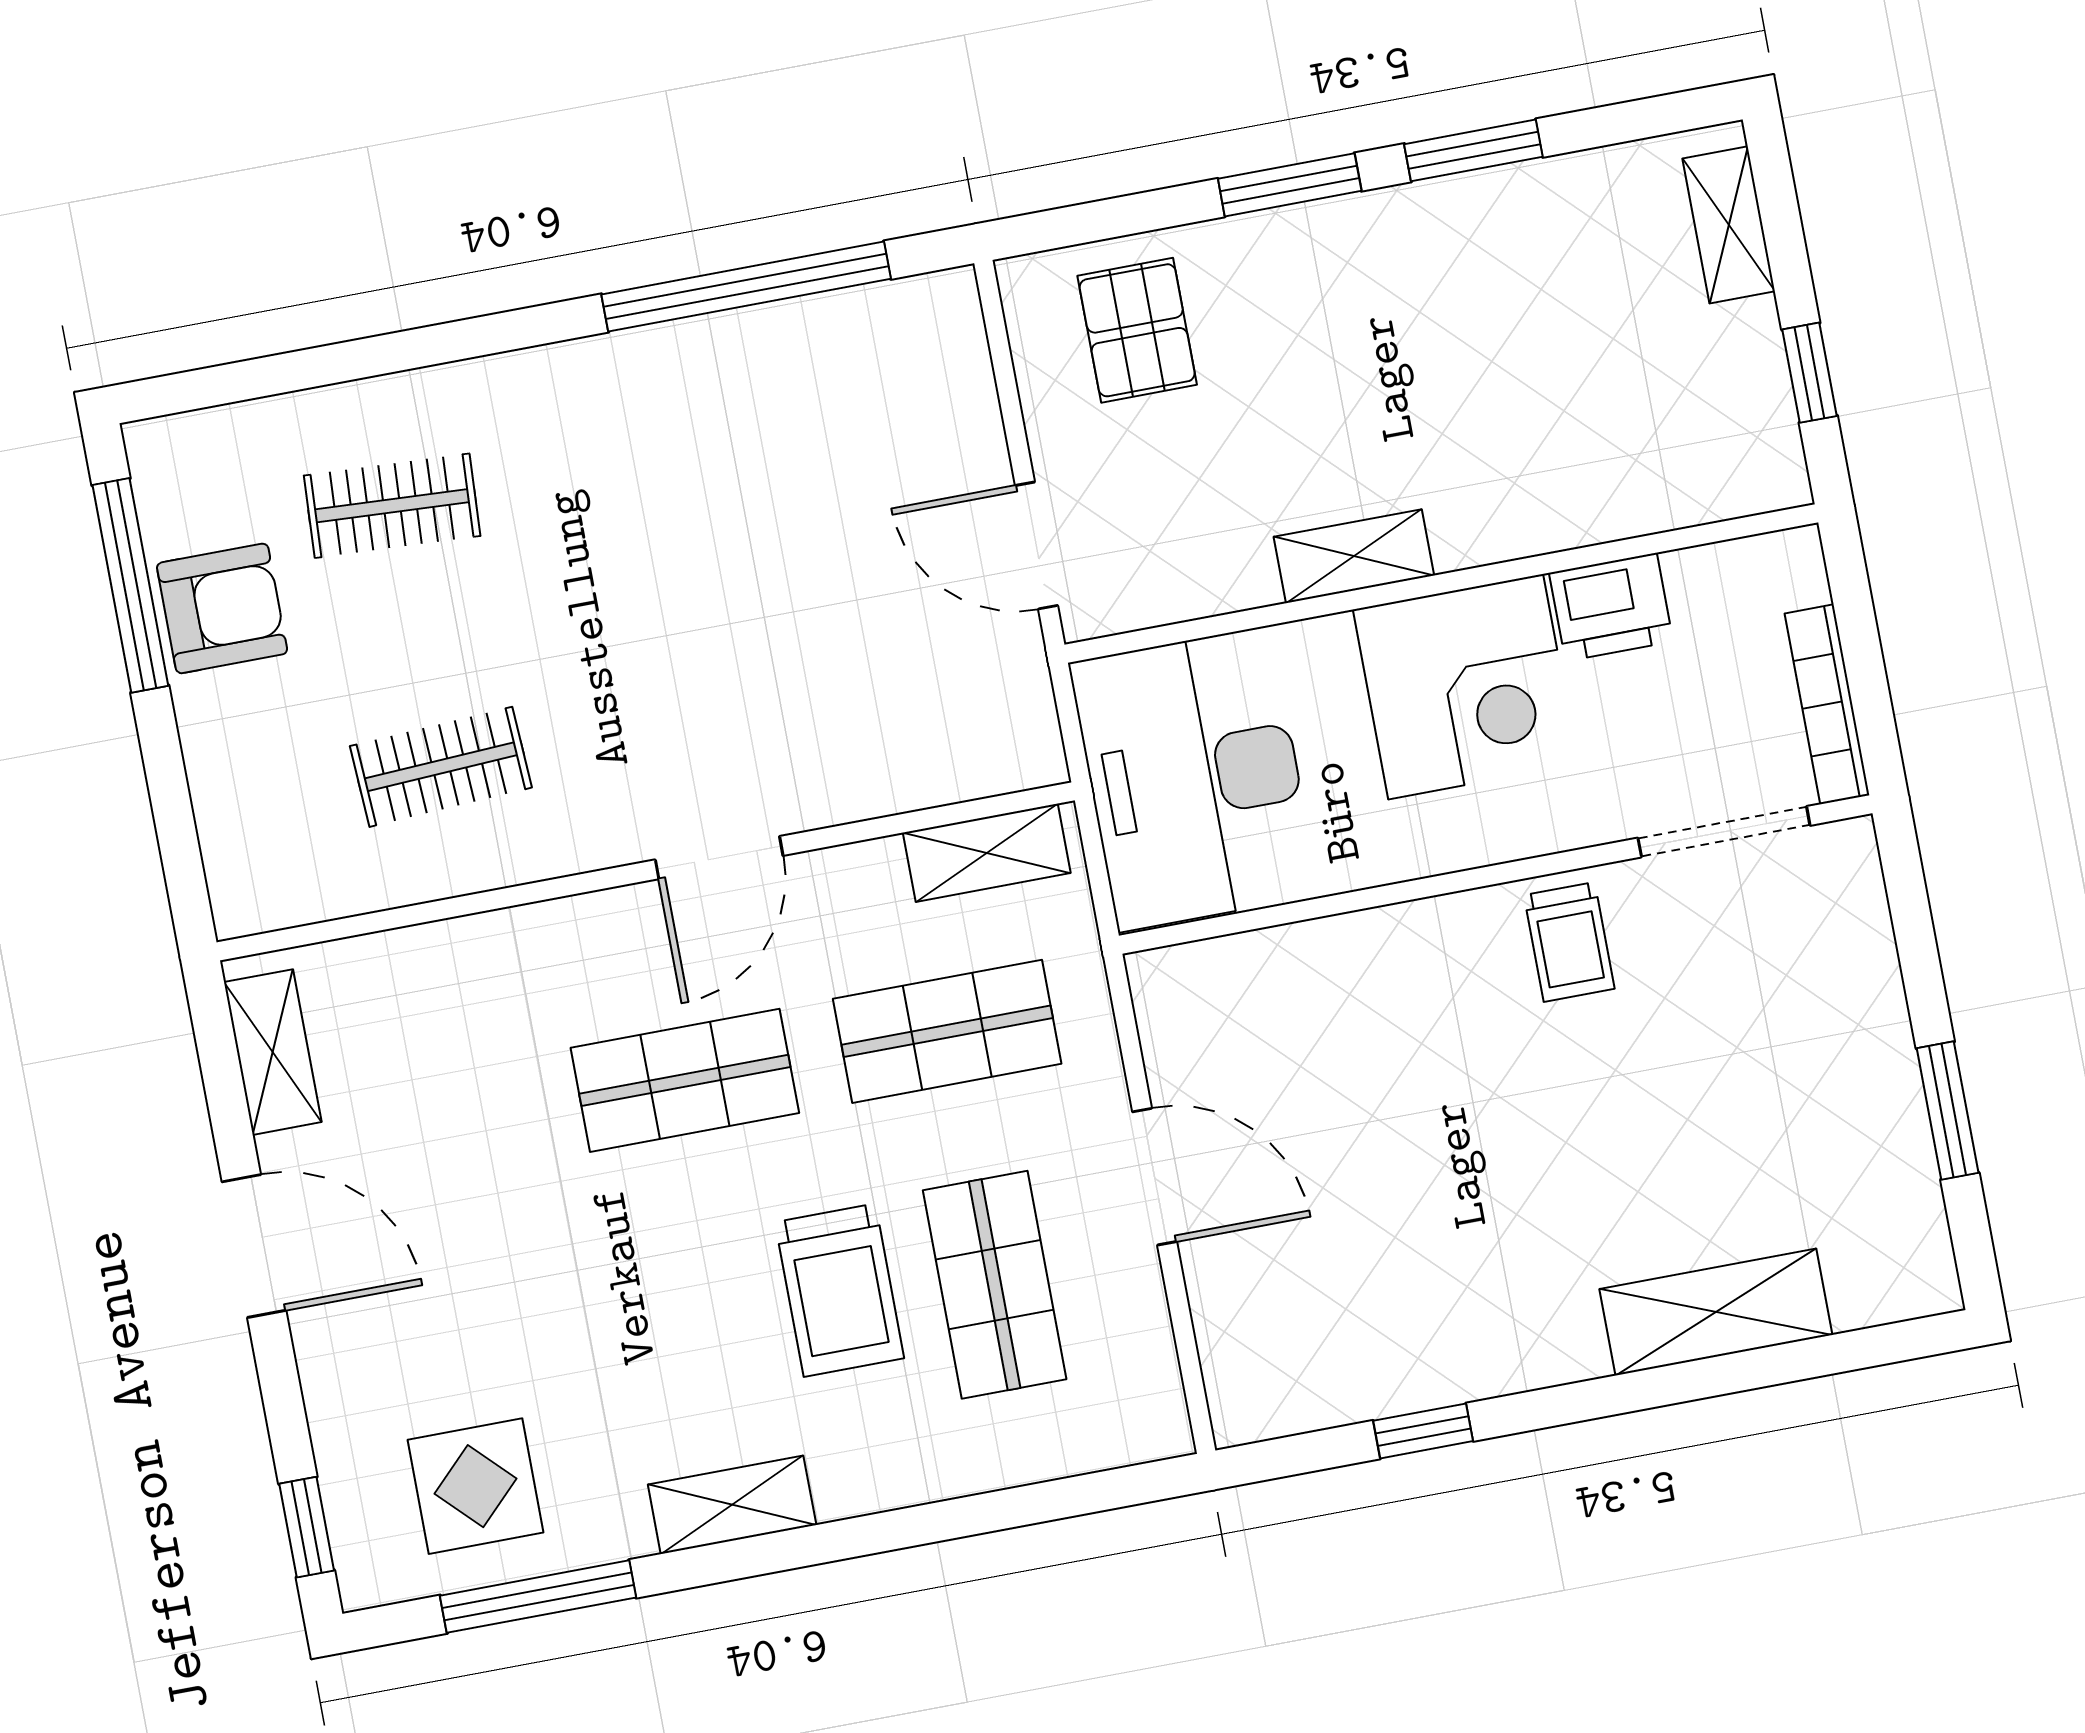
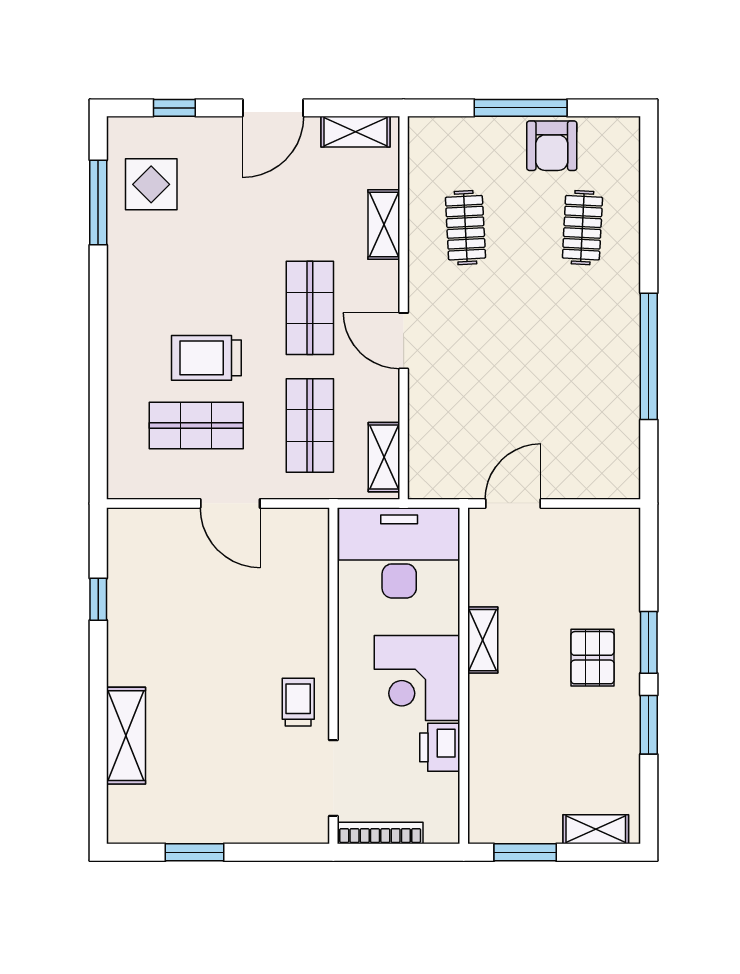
window: (746, 287) -> (649, 356), moved
pallet: (1137, 330) -> (592, 658), moved, turned 90
window: (1810, 373) -> (525, 852), width x1.50
window: (130, 585) -> (521, 108), moved
trolley: (1569, 942) -> (298, 702), turned 90
door: (1155, 1177) -> (230, 503), hinge flipped
shelving: (732, 1505) -> (384, 225), moved
window: (307, 1527) -> (174, 108), moved

